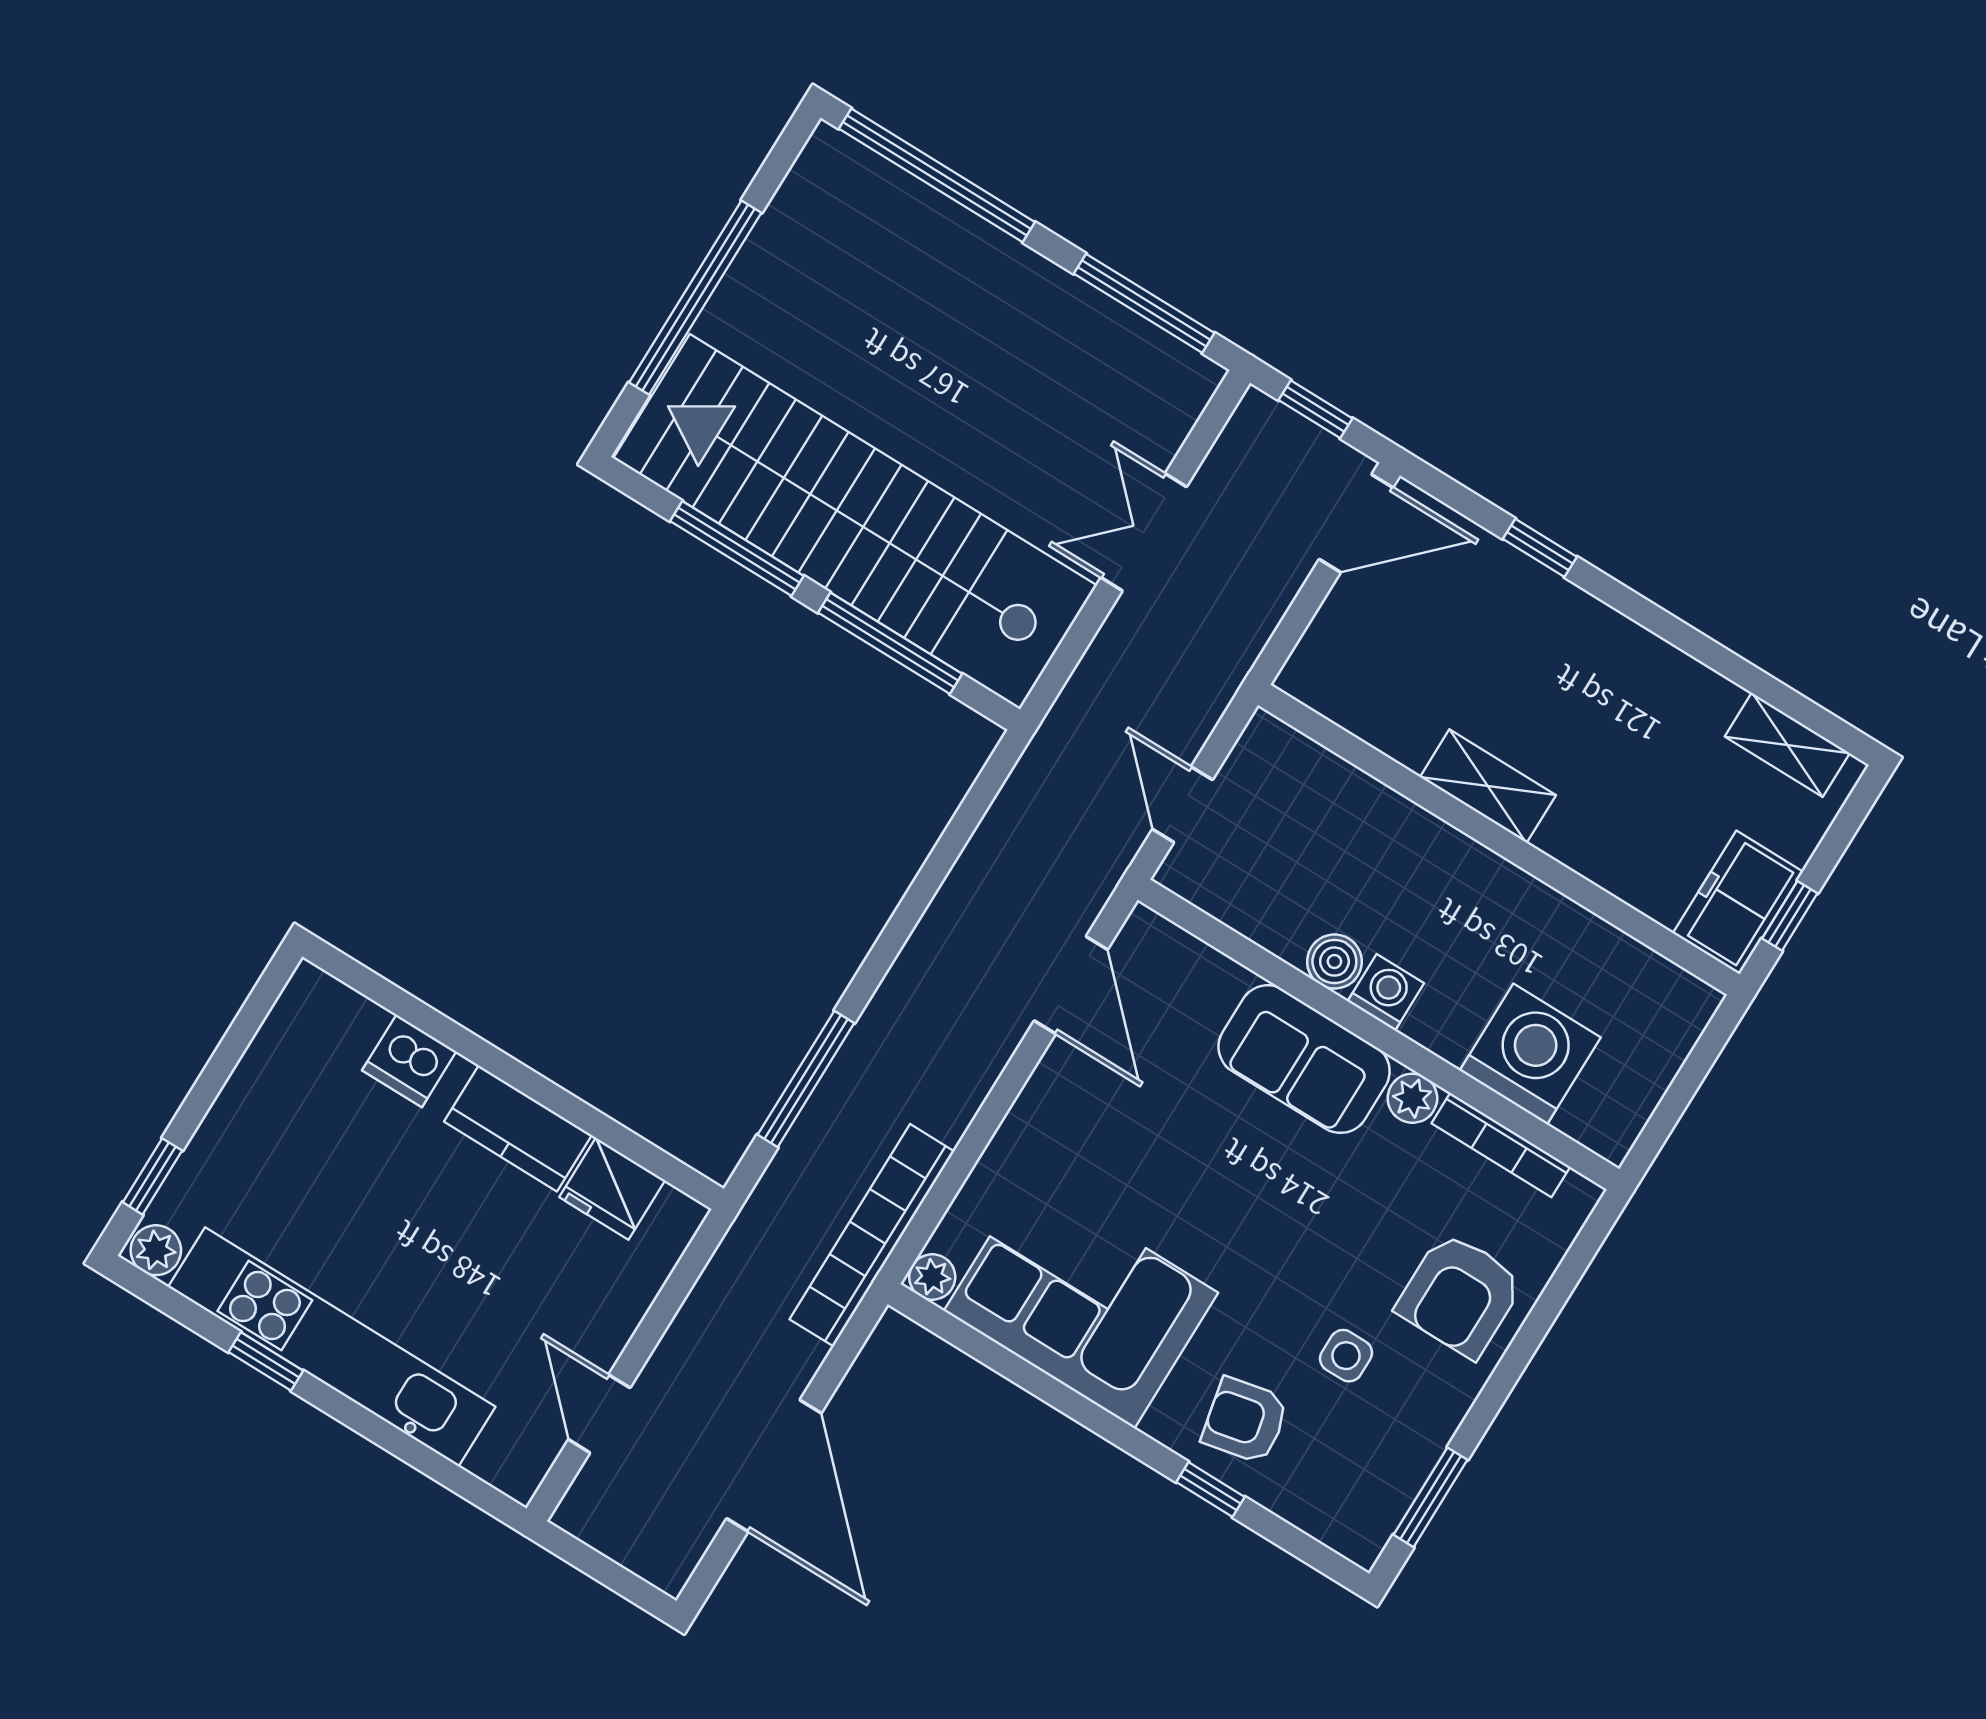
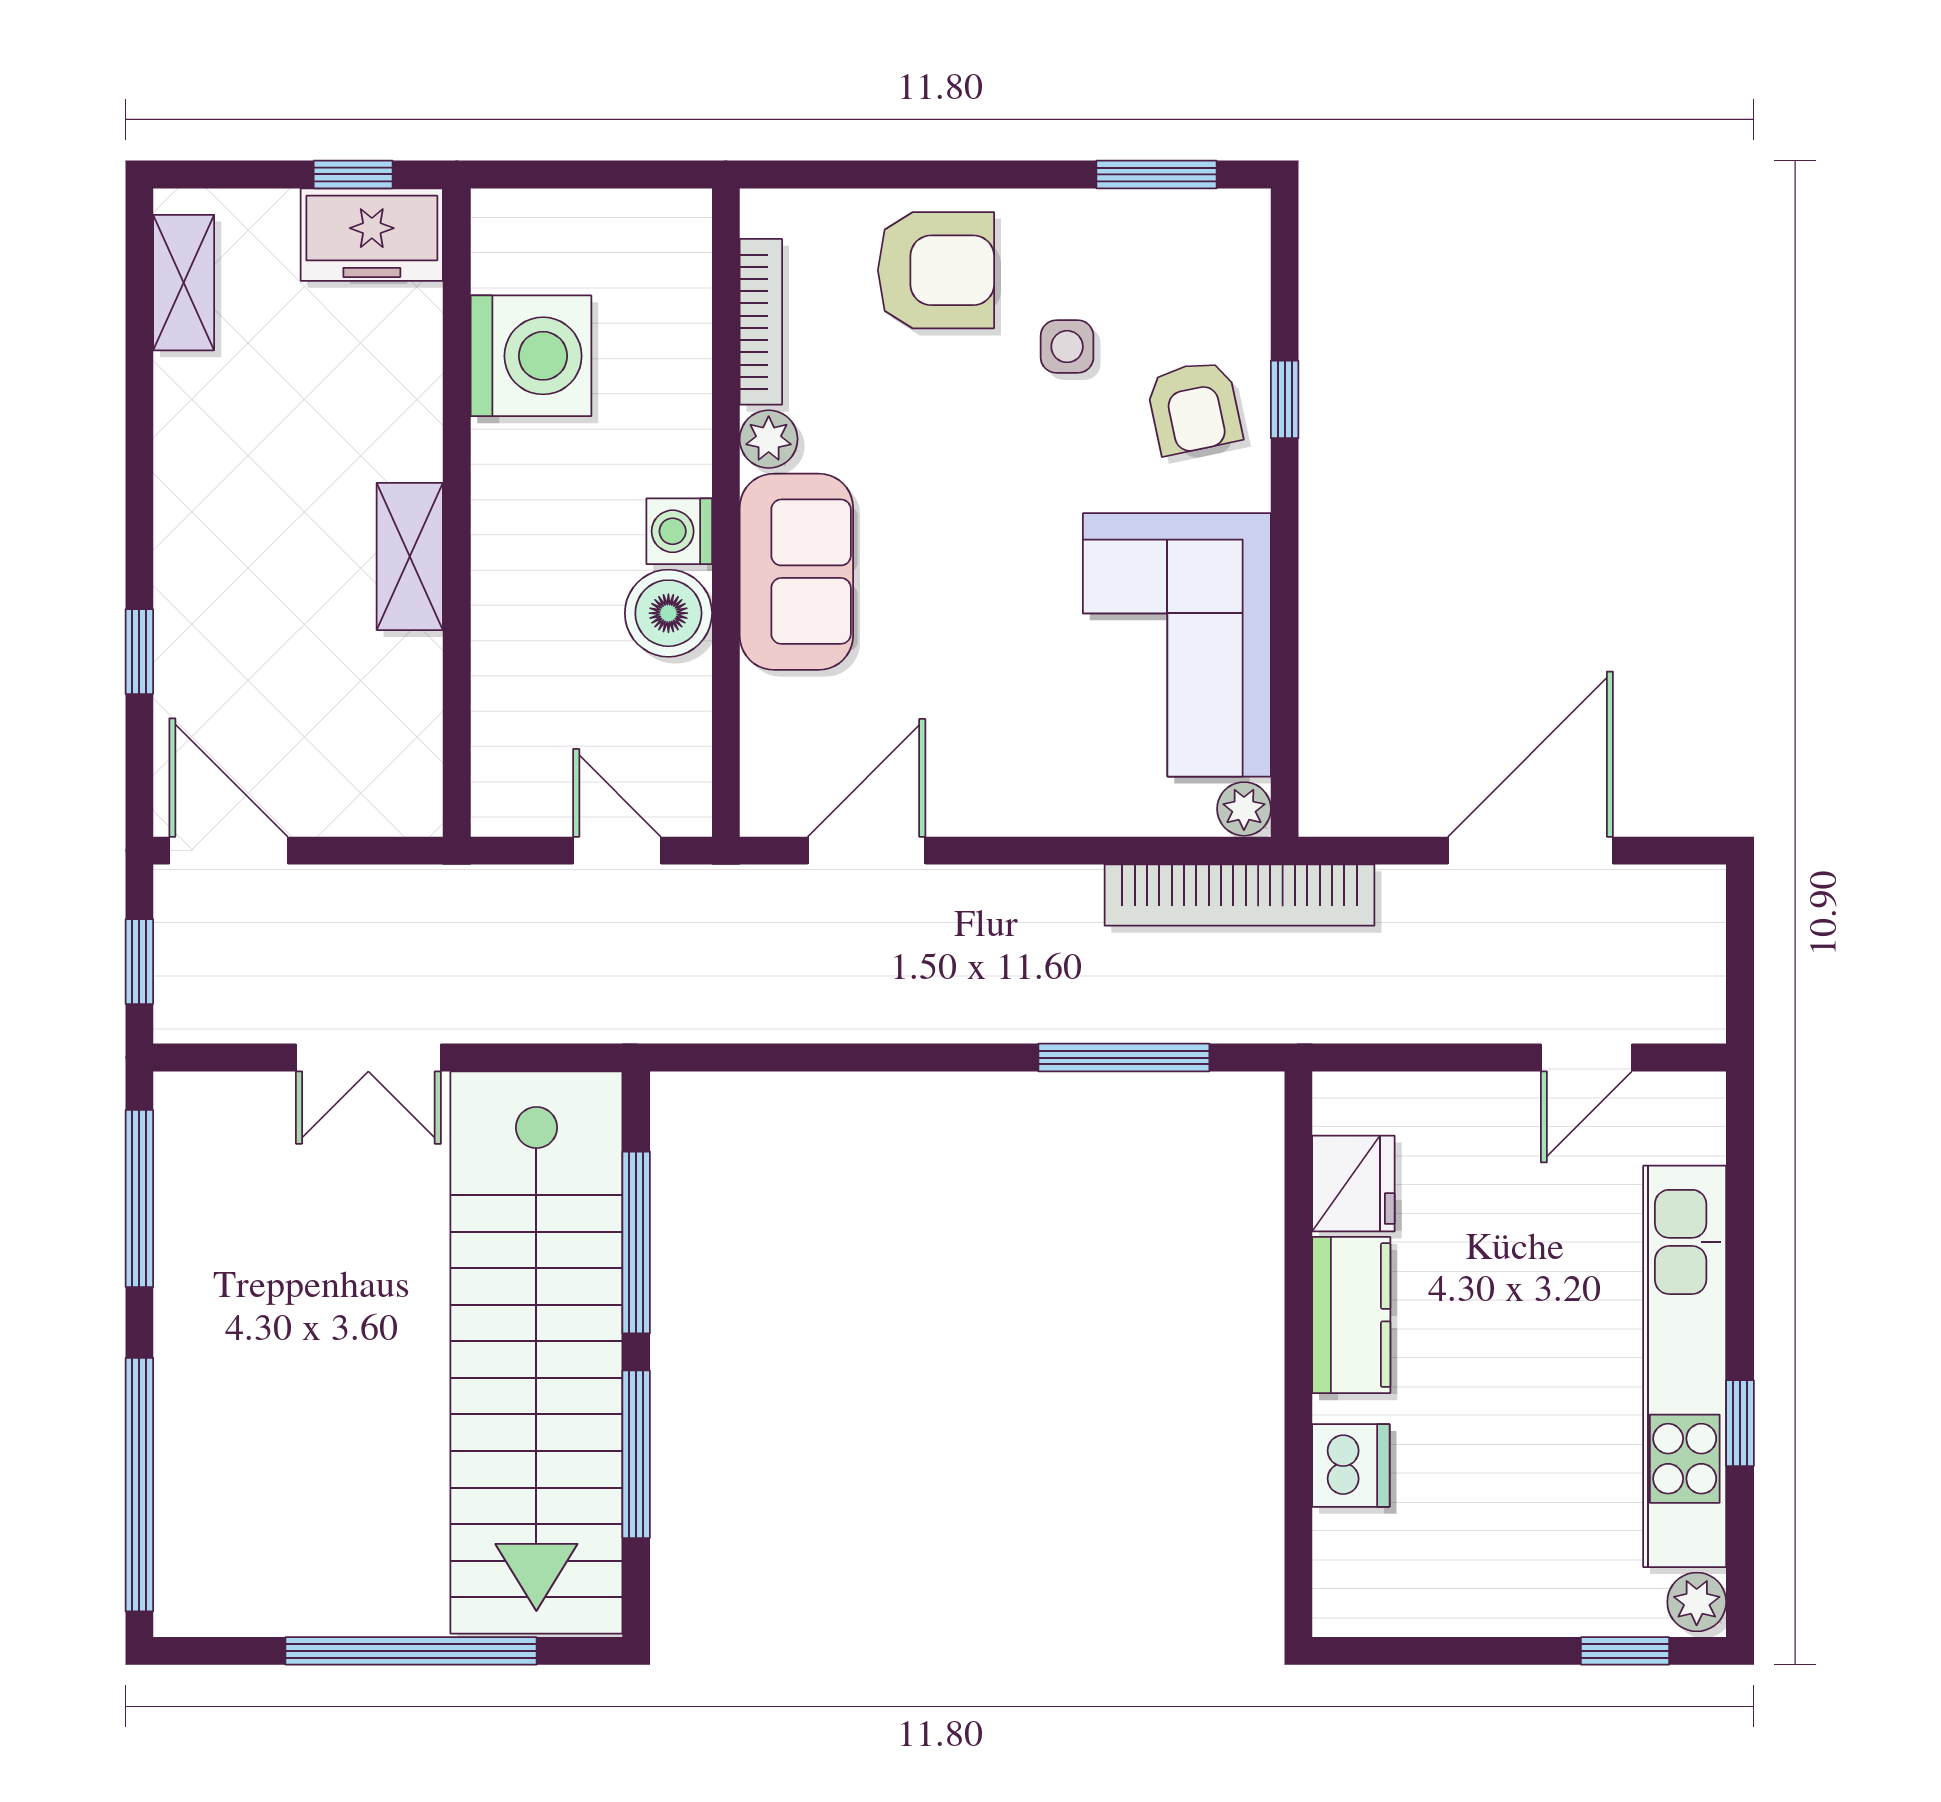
door: (1182, 805) -> (617, 851), swing flipped
boiler: (1334, 962) -> (668, 613), width x1.36, depth x1.36
washing machine: (1530, 1054) -> (531, 356), moved, turned 180

